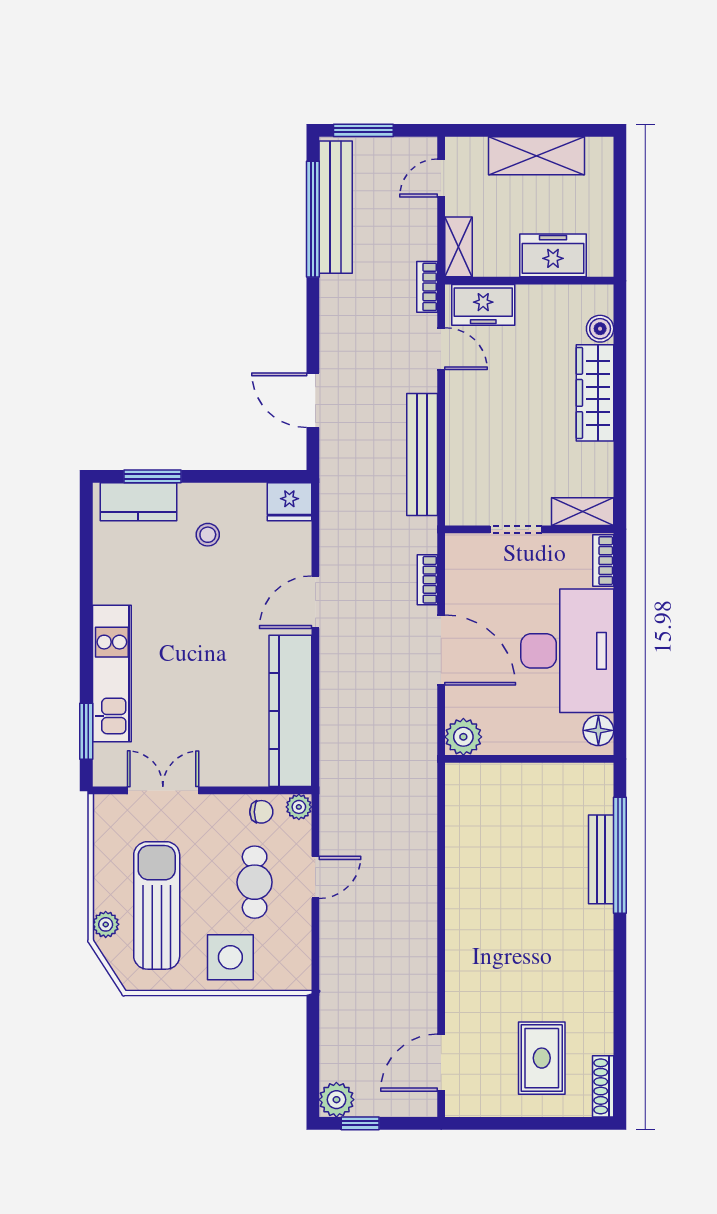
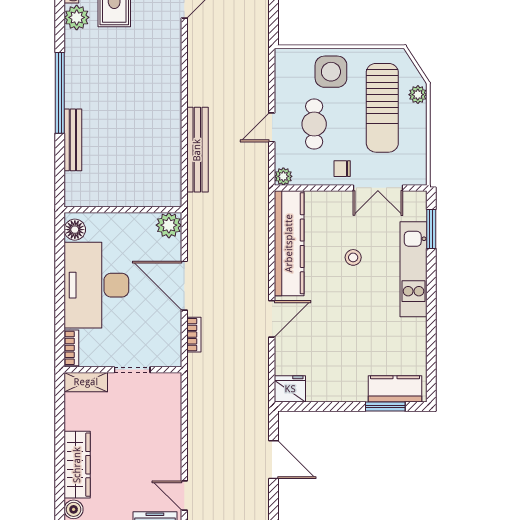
bench: (422, 455) -> (197, 150), moved
stool: (208, 535) -> (353, 257), moved
chair: (261, 812) -> (342, 169), moved
window: (620, 855) -> (60, 93), moved
plant: (596, 1035) -> (77, 17), added

